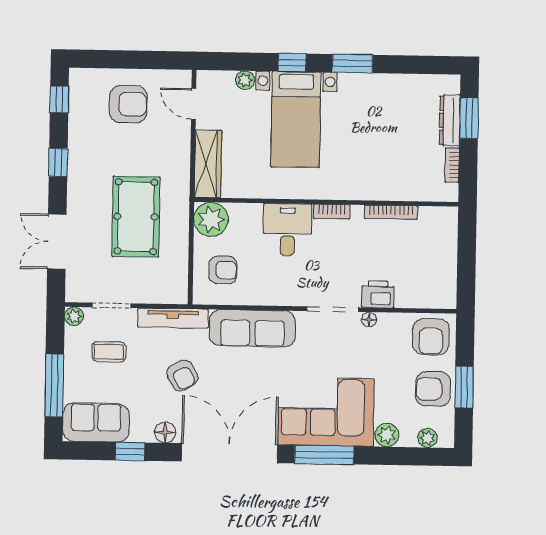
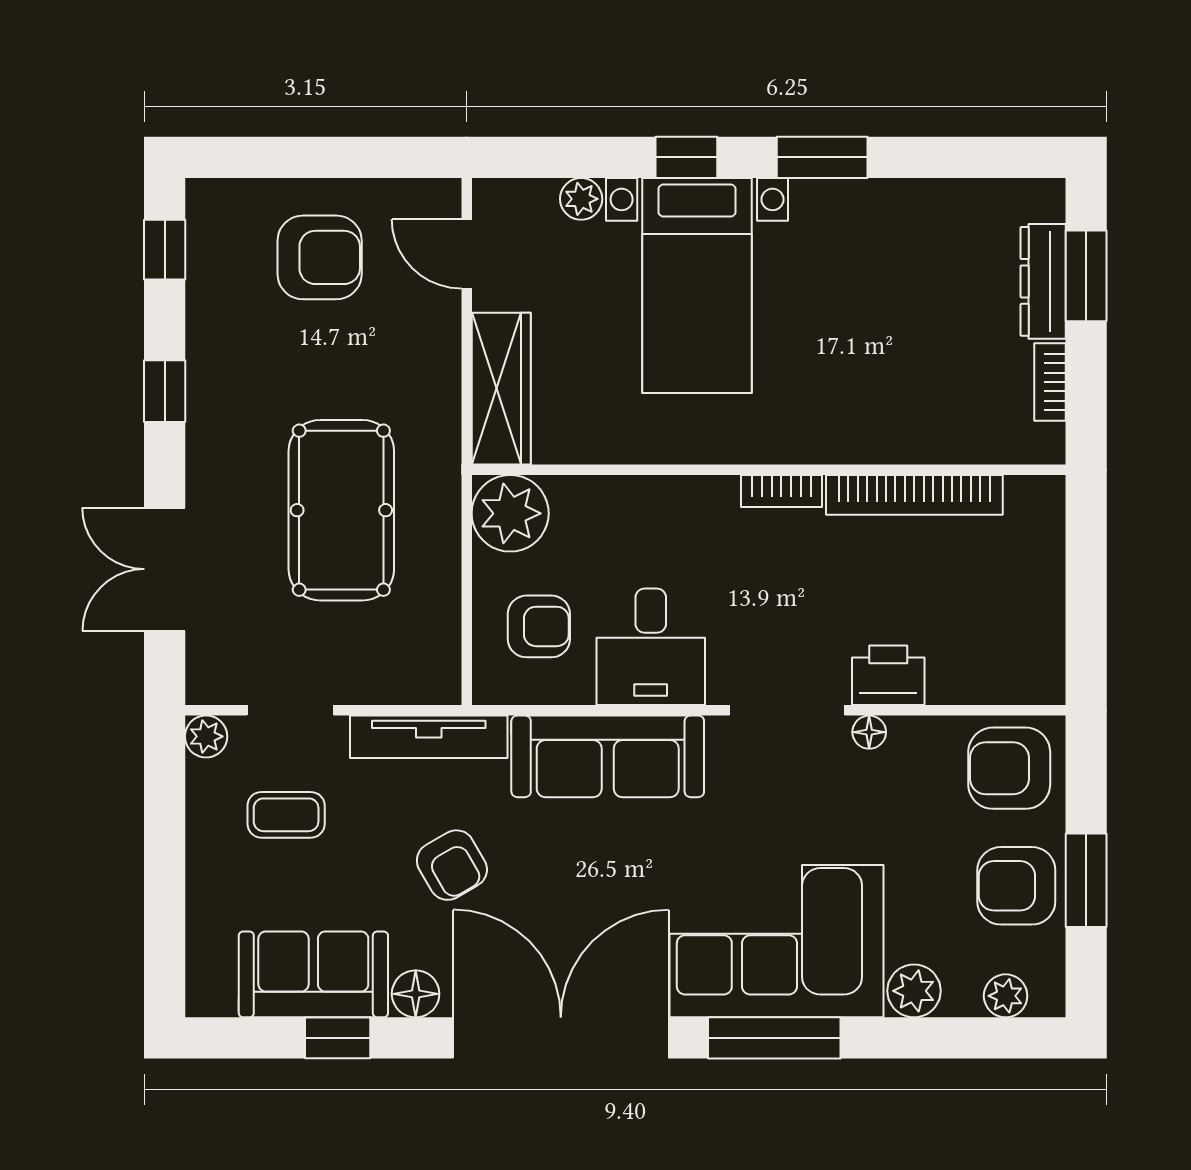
bookcase: (391, 212) -> (914, 495), width x1.48, depth x1.31
desk: (288, 230) -> (651, 647), moved, turned 180
armchair: (431, 337) -> (1009, 768), turned 90
window: (54, 385) -> (165, 892), removed
sofa: (96, 423) -> (313, 974), moved

